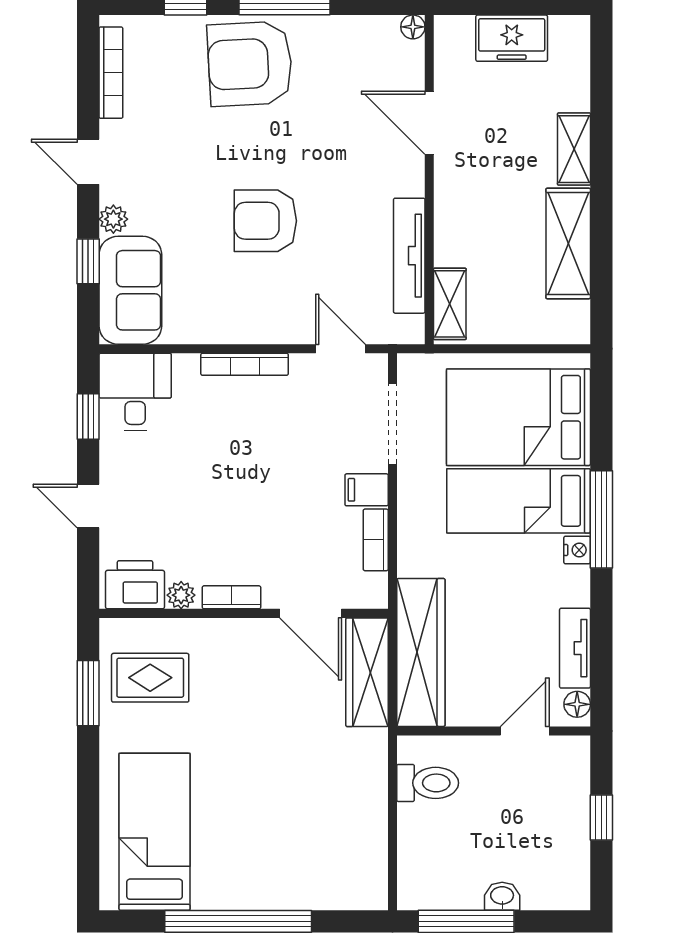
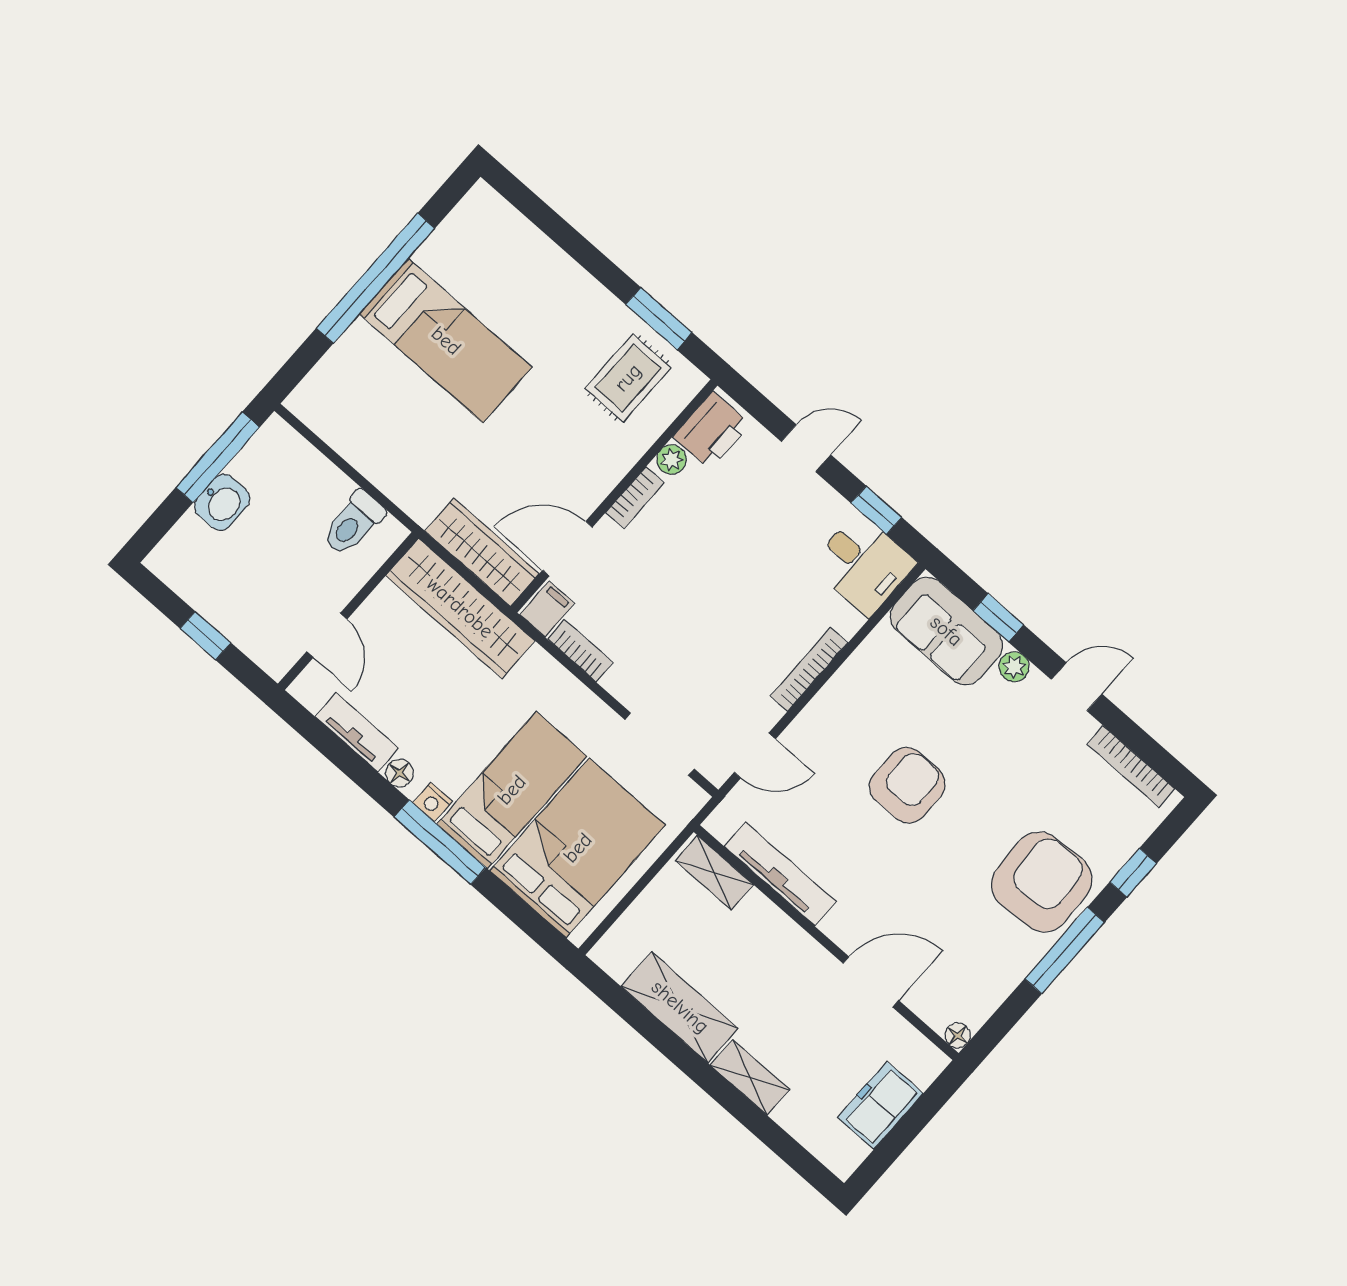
filing cabinet: (367, 490) -> (547, 609), moved
floor lamp: (577, 704) -> (400, 773), moved
bed: (155, 832) -> (446, 341), moved
washbasin: (502, 896) -> (222, 502), width x1.38, depth x1.45

